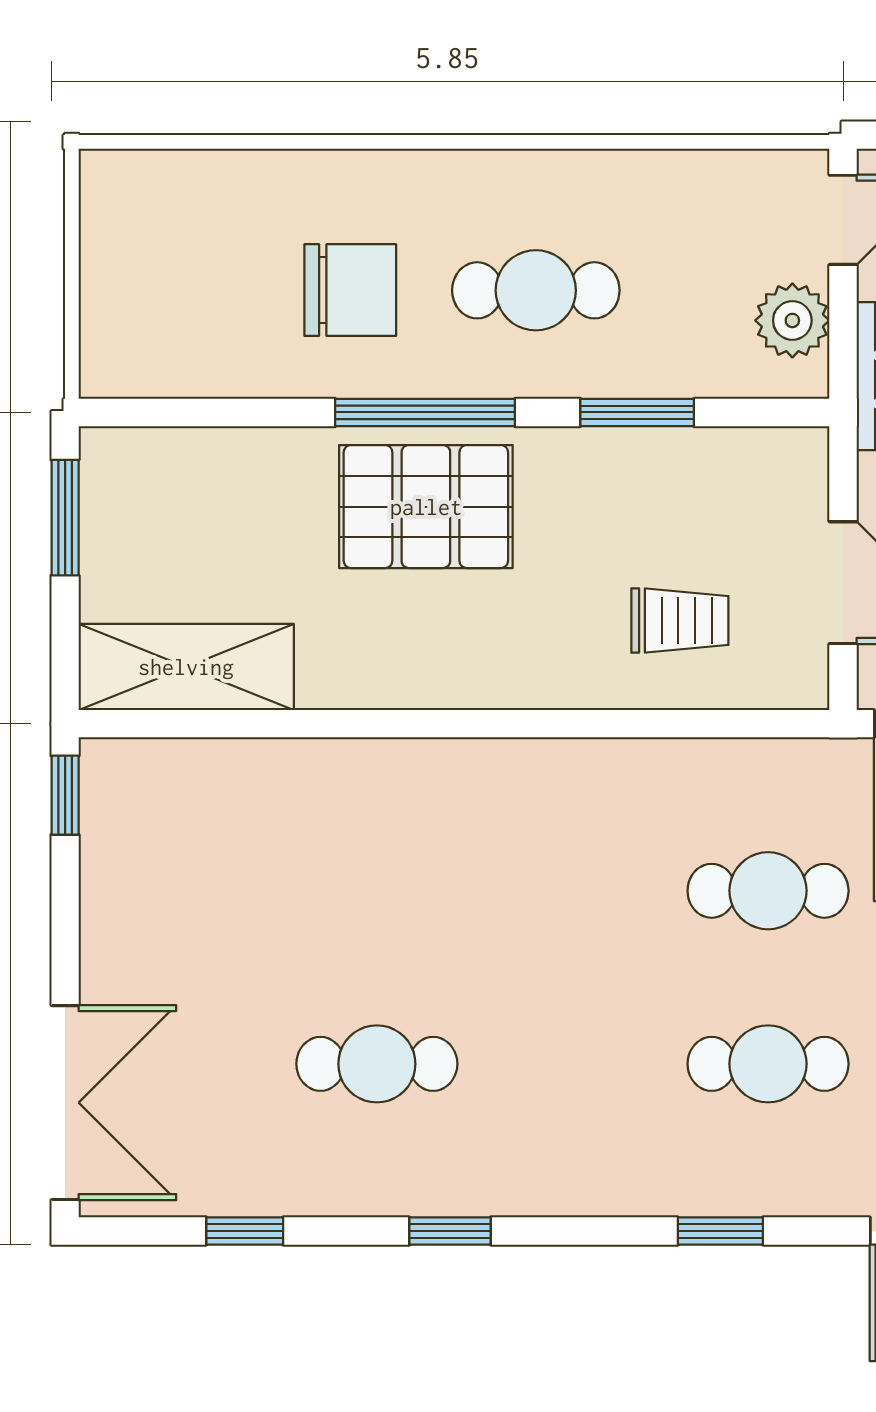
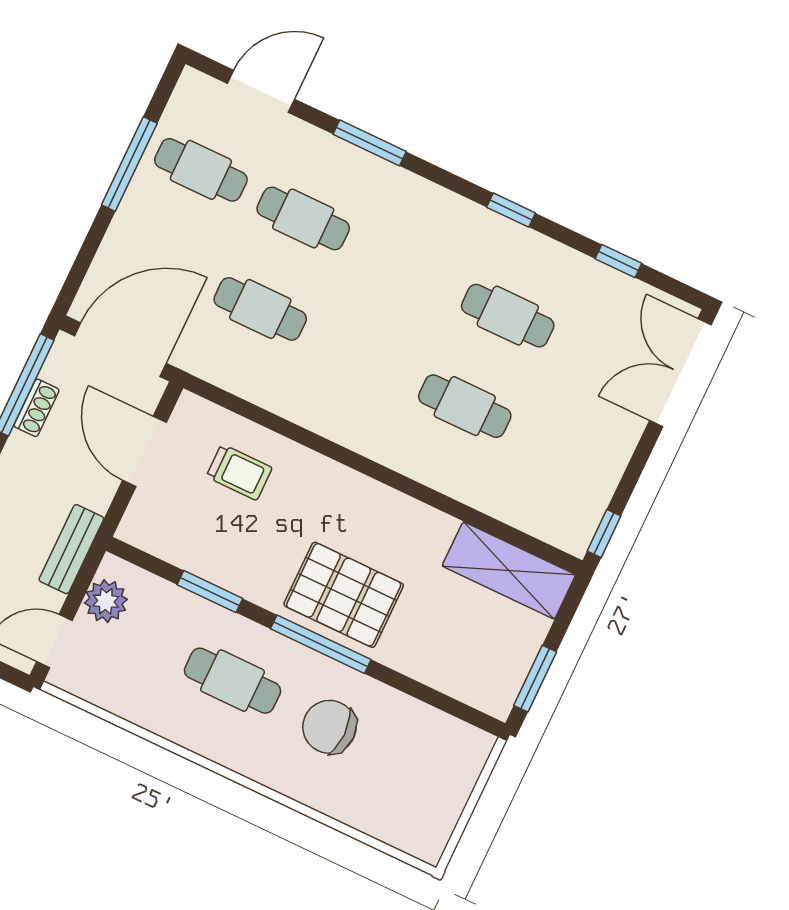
trolley: (680, 621) -> (239, 472), turned 180
cafe table: (377, 891) -> (465, 406), added
window: (720, 1231) -> (370, 143), width x1.50

